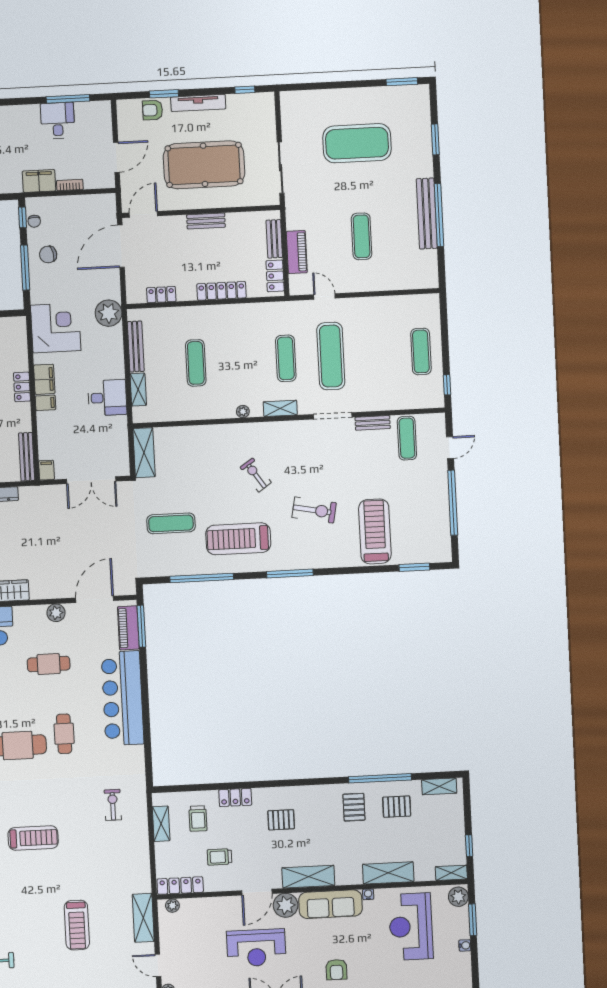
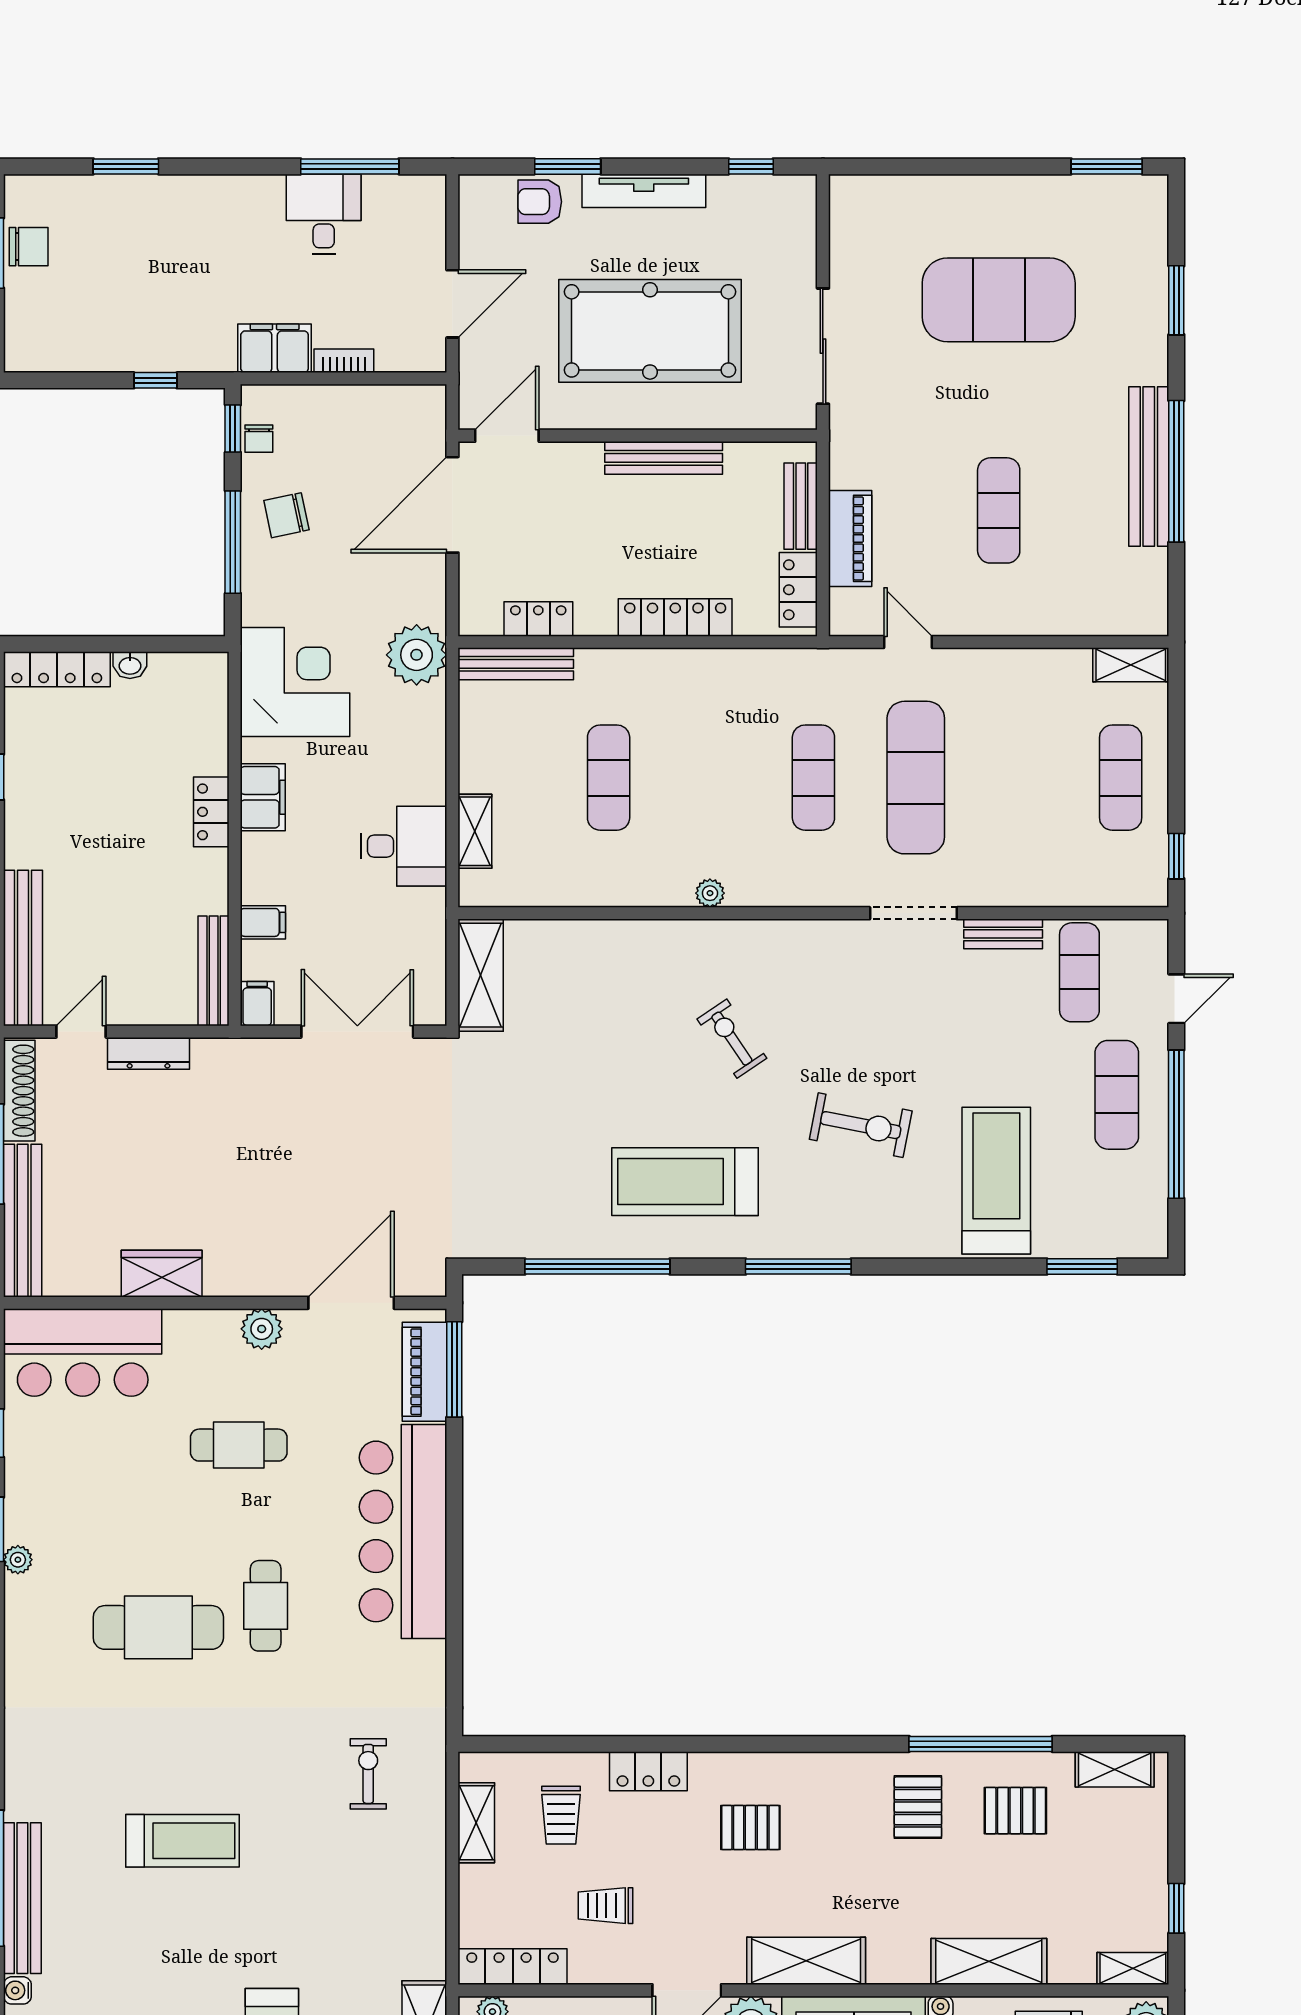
bench: (206, 221) -> (664, 458), width x1.36
bench: (136, 347) -> (516, 664), moved, turned 90
filing cabinet: (46, 403) -> (263, 922), moved
shelving: (280, 408) -> (1131, 665), moved
double door: (91, 480) -> (357, 1032), swing flipped
exercise mat: (171, 523) -> (1117, 1095), moved, turned 90

